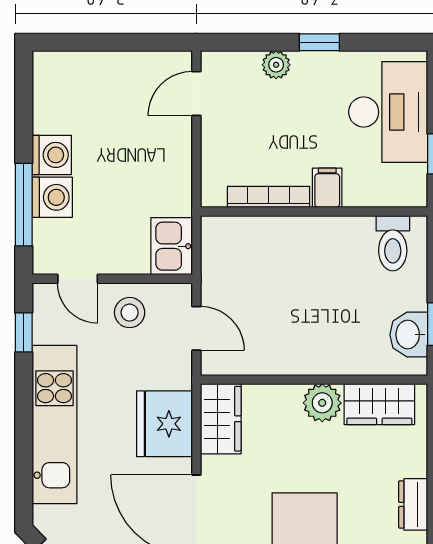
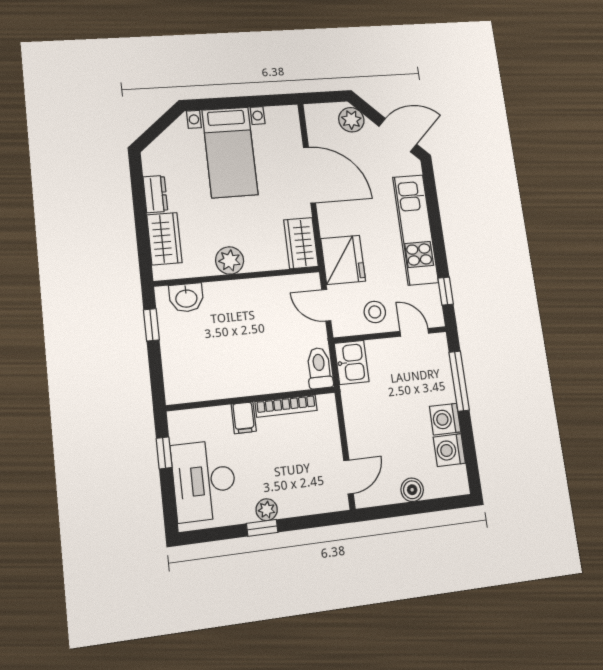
plant: (276, 65) -> (267, 510), moved
boiler: (112, 66) -> (412, 490), added
washing machine: (52, 197) -> (449, 450), moved
toilet: (393, 243) -> (319, 368), moved
washbasin: (409, 335) -> (186, 298), moved, turned 90
wardrobe: (379, 404) -> (164, 239), moved, turned 90
fridge: (164, 424) -> (343, 260), moved

